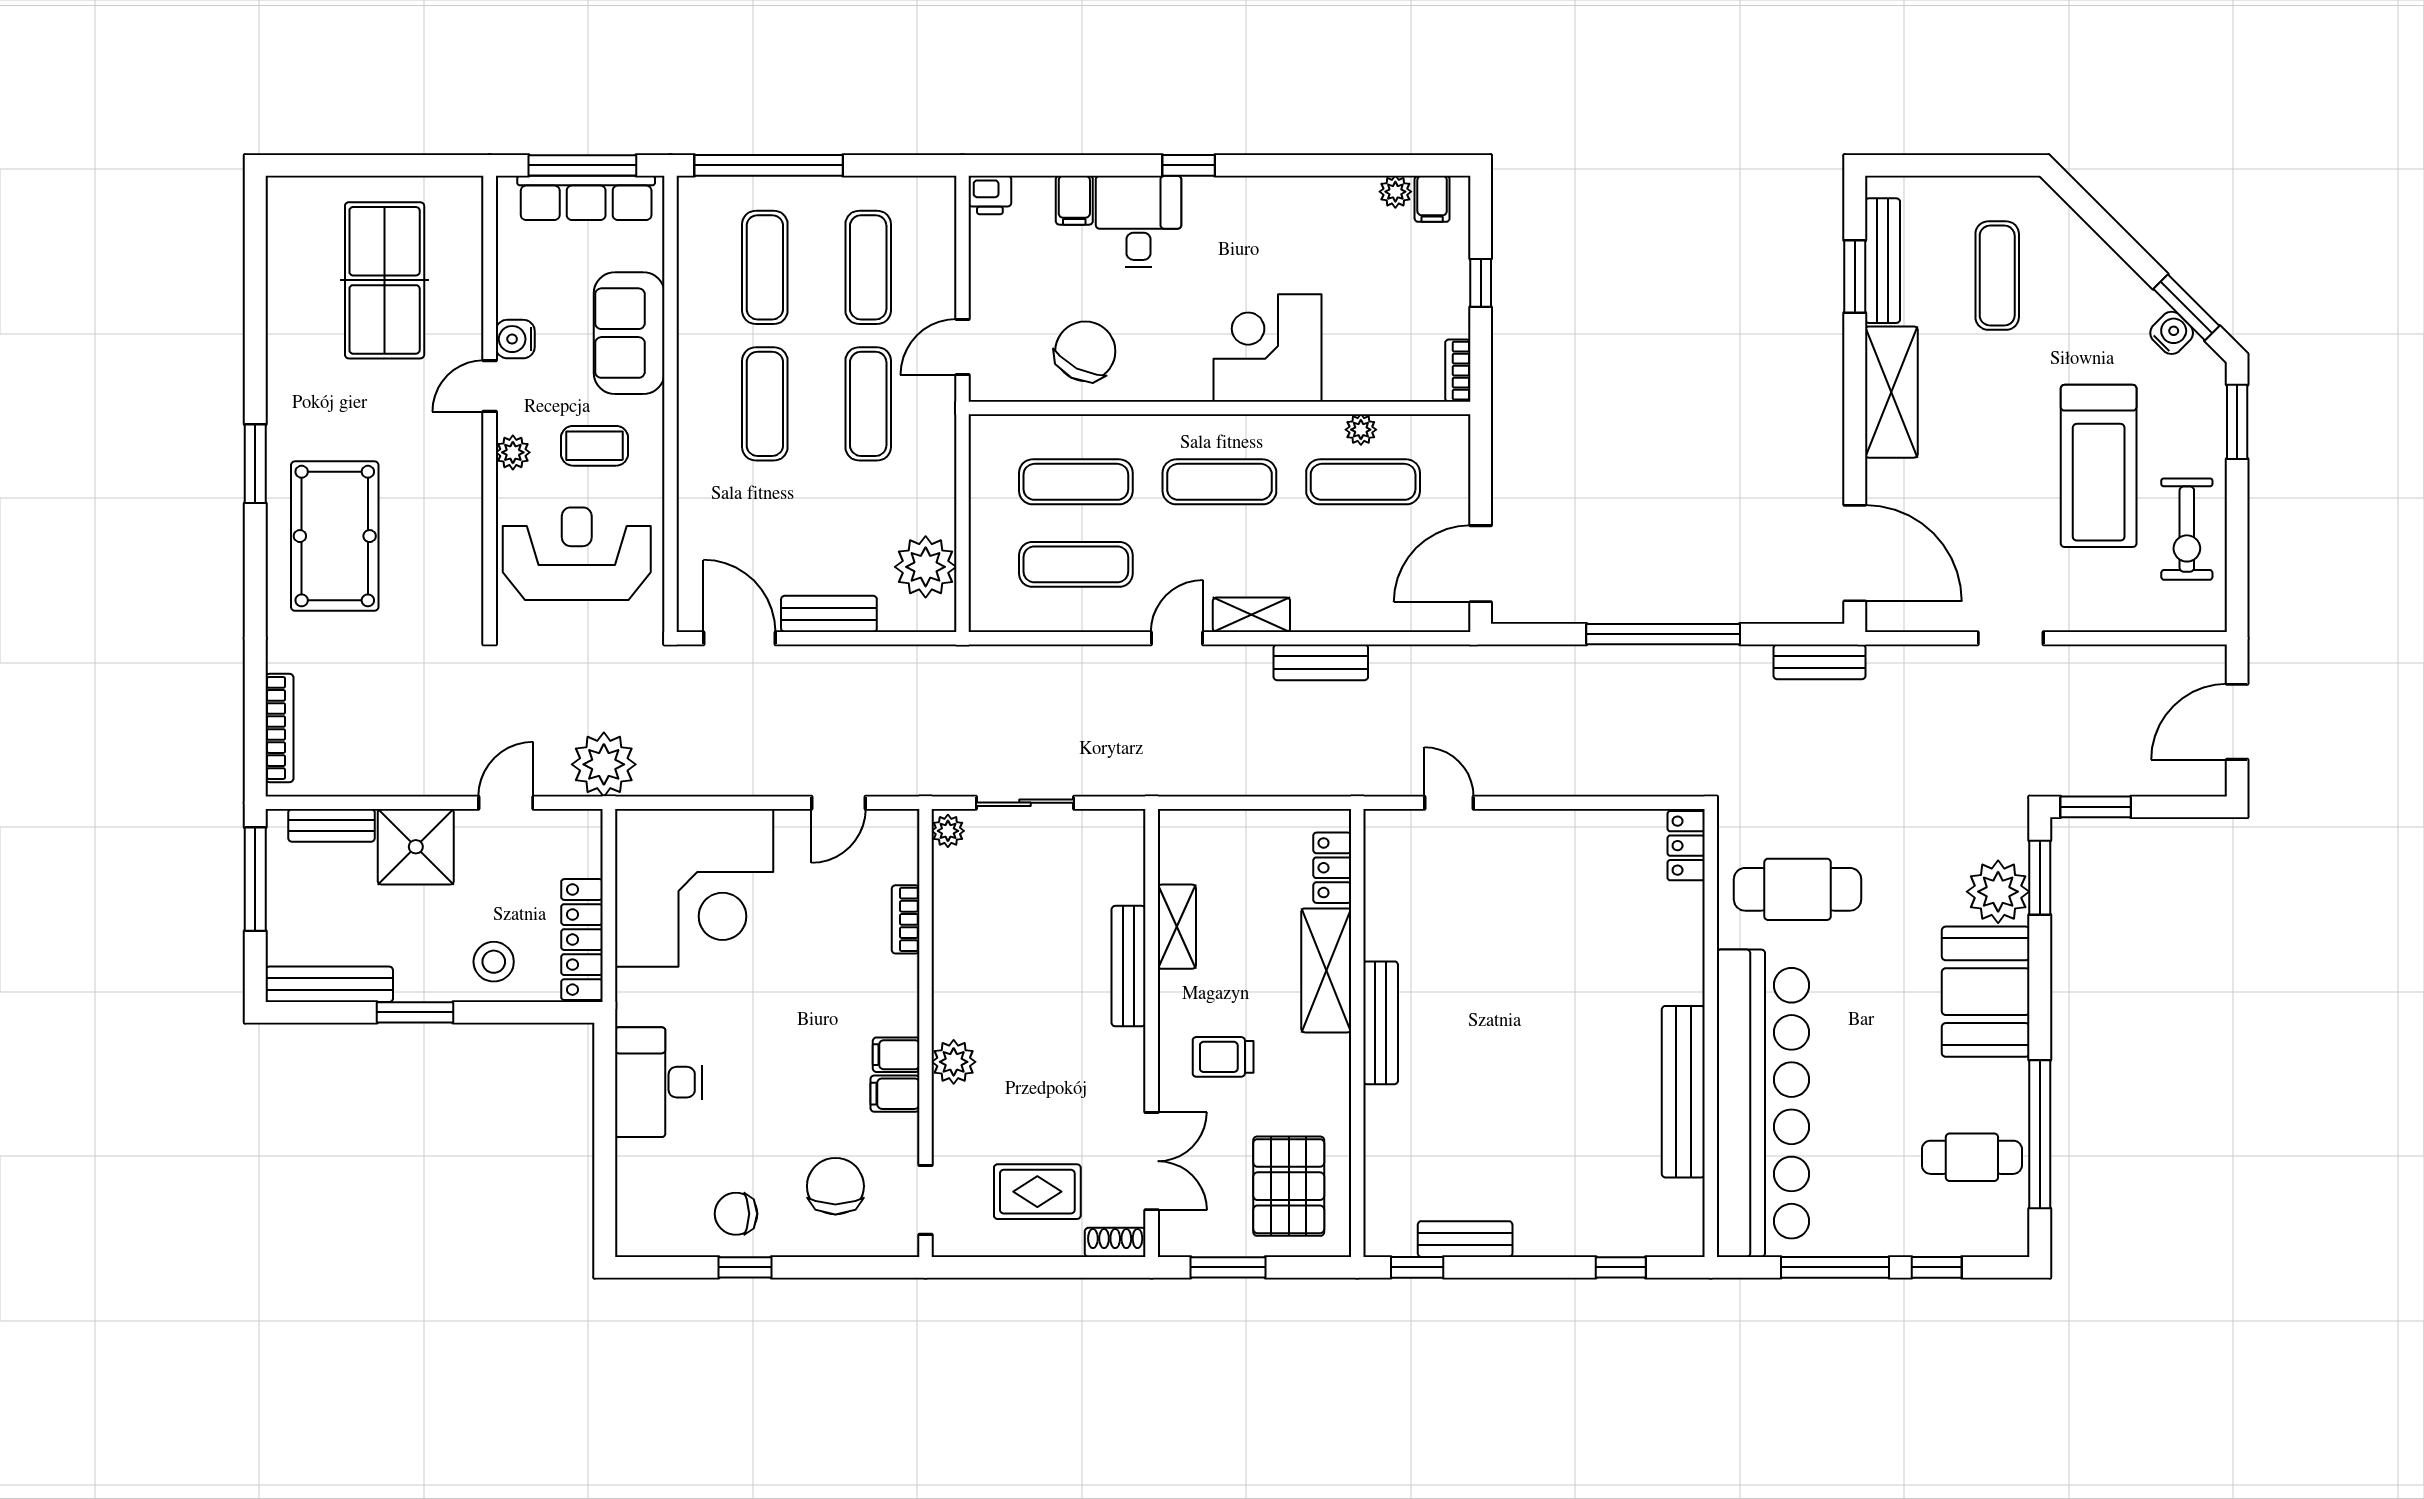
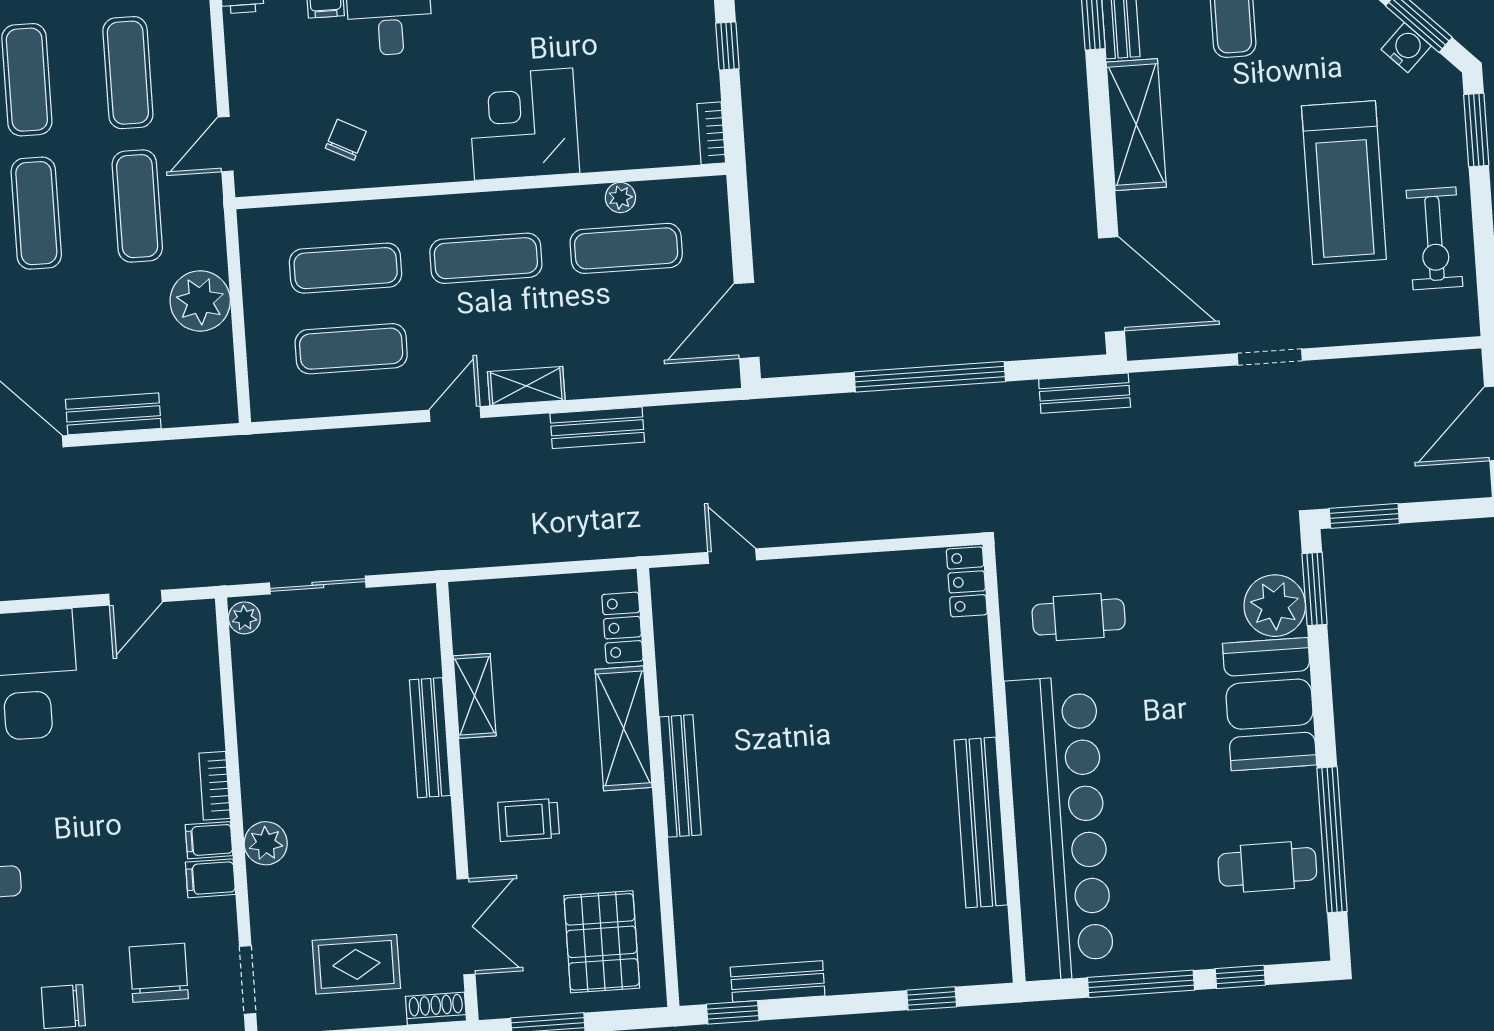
chair: (1085, 351) -> (346, 140), width x0.54, depth x0.54
plant: (926, 567) -> (200, 301), moved
cafe table: (1798, 889) -> (1079, 617), width x0.73, depth x0.74
bookcase: (906, 919) -> (215, 786), moved

